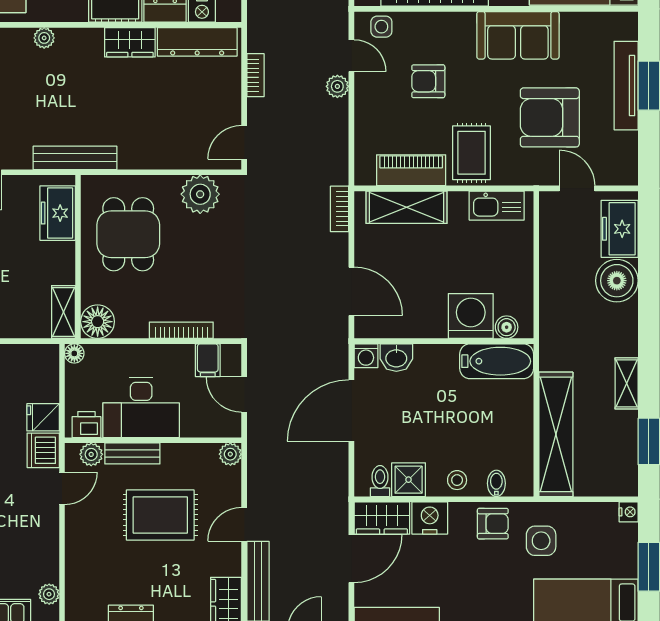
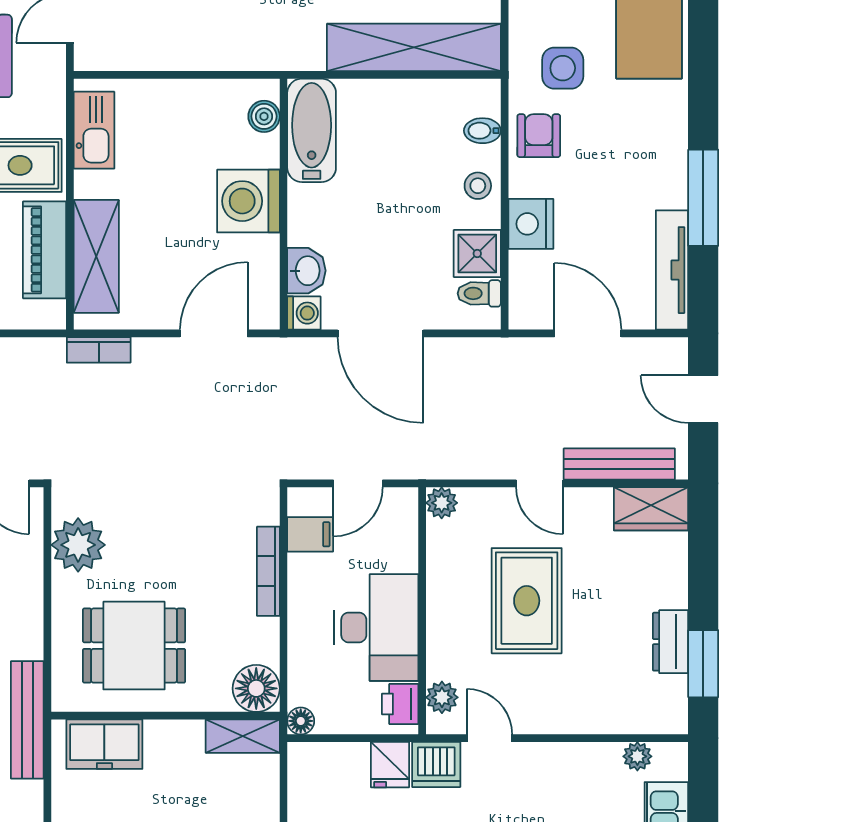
washing machine: (471, 316) -> (248, 201), moved
bench: (132, 453) -> (441, 640), removed
wardrobe: (382, 518) -> (531, 291), removed

